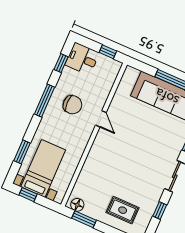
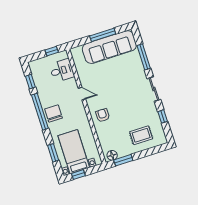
desk: (82, 59) -> (62, 70), moved, turned 180
window: (45, 101) -> (40, 112), width x1.46
chair: (72, 105) -> (54, 113), moved, turned -90
armchair: (102, 158) -> (103, 115), added

